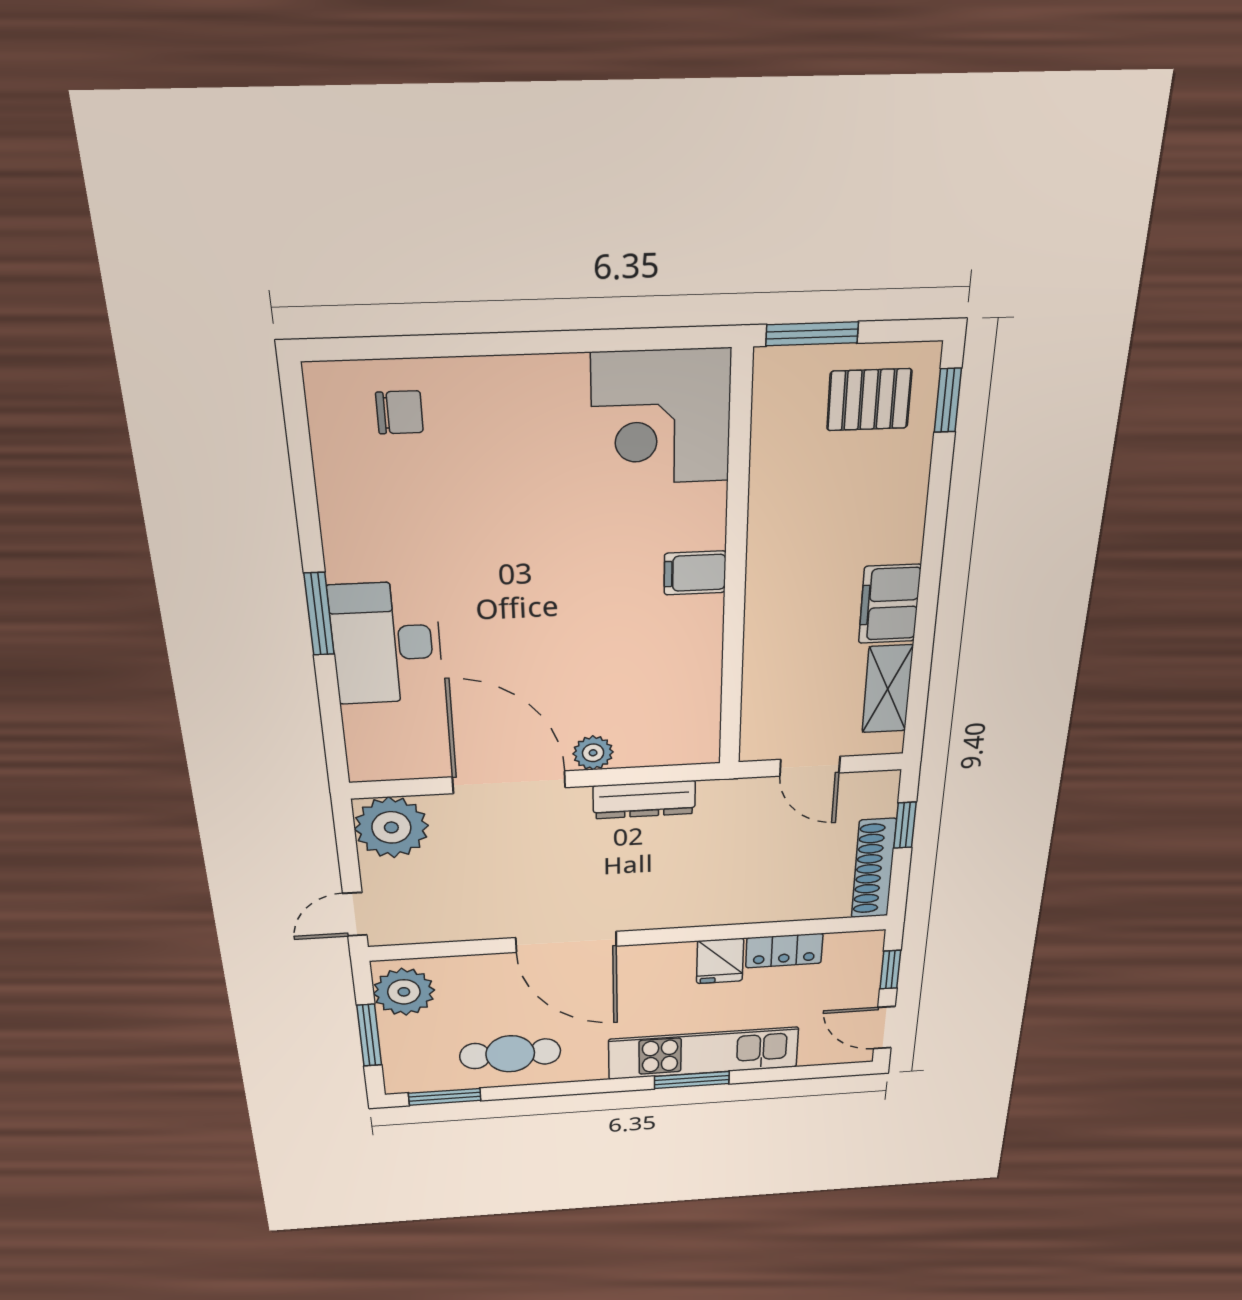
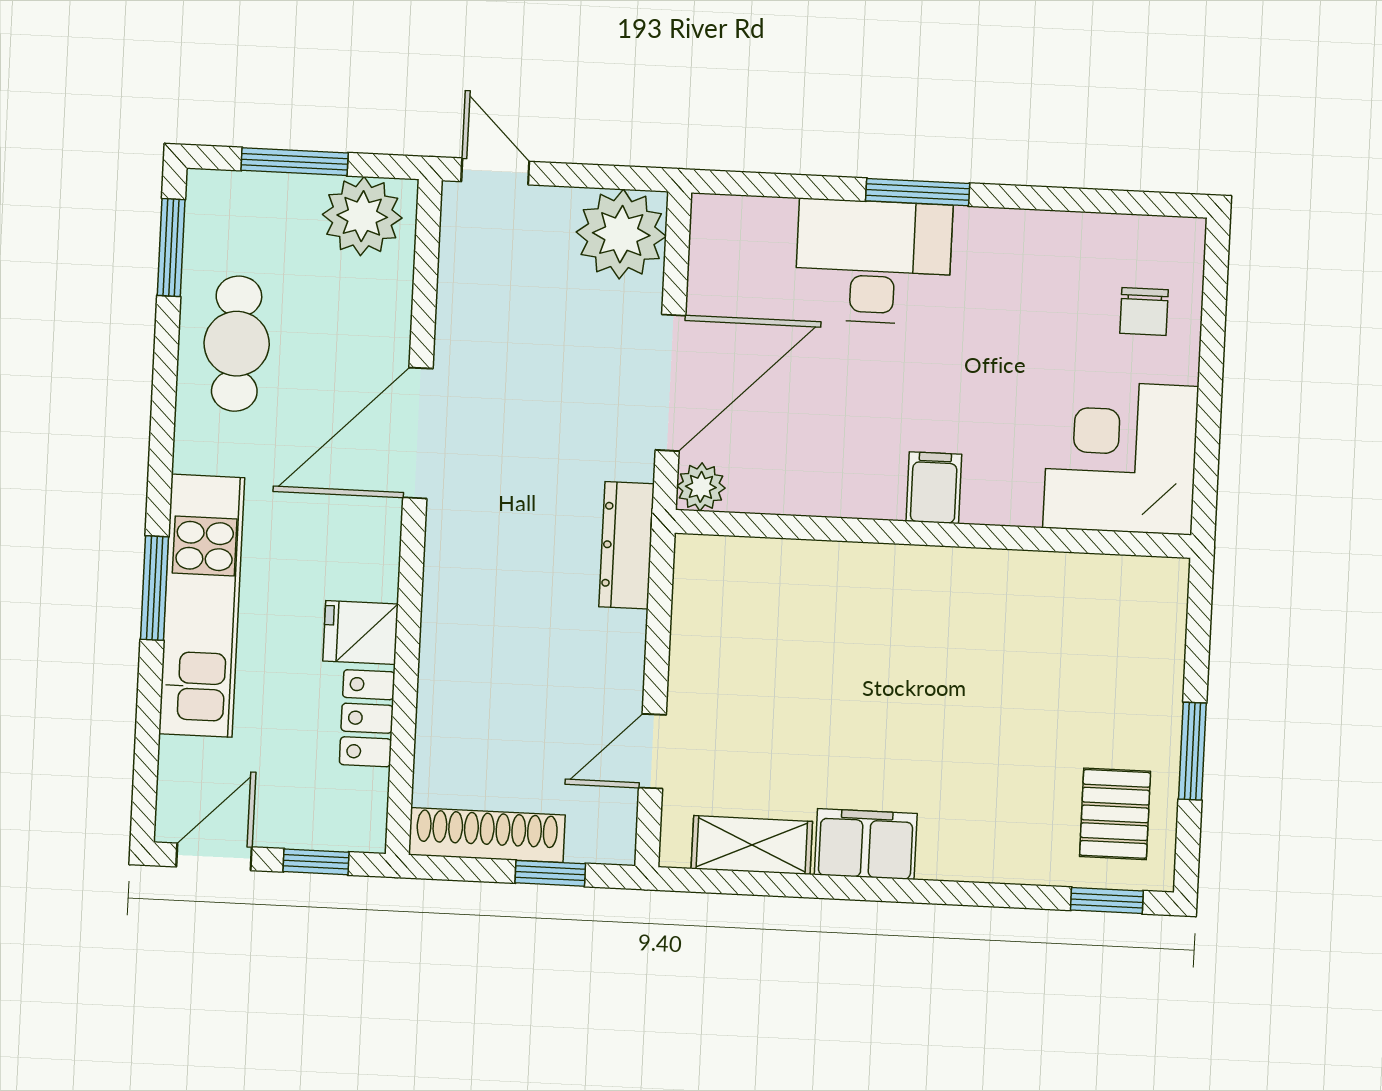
corner desk: (661, 418) -> (1121, 457), moved
wall: (735, 570) -> (933, 534), moved
filing cabinet: (695, 573) -> (934, 488), moved

